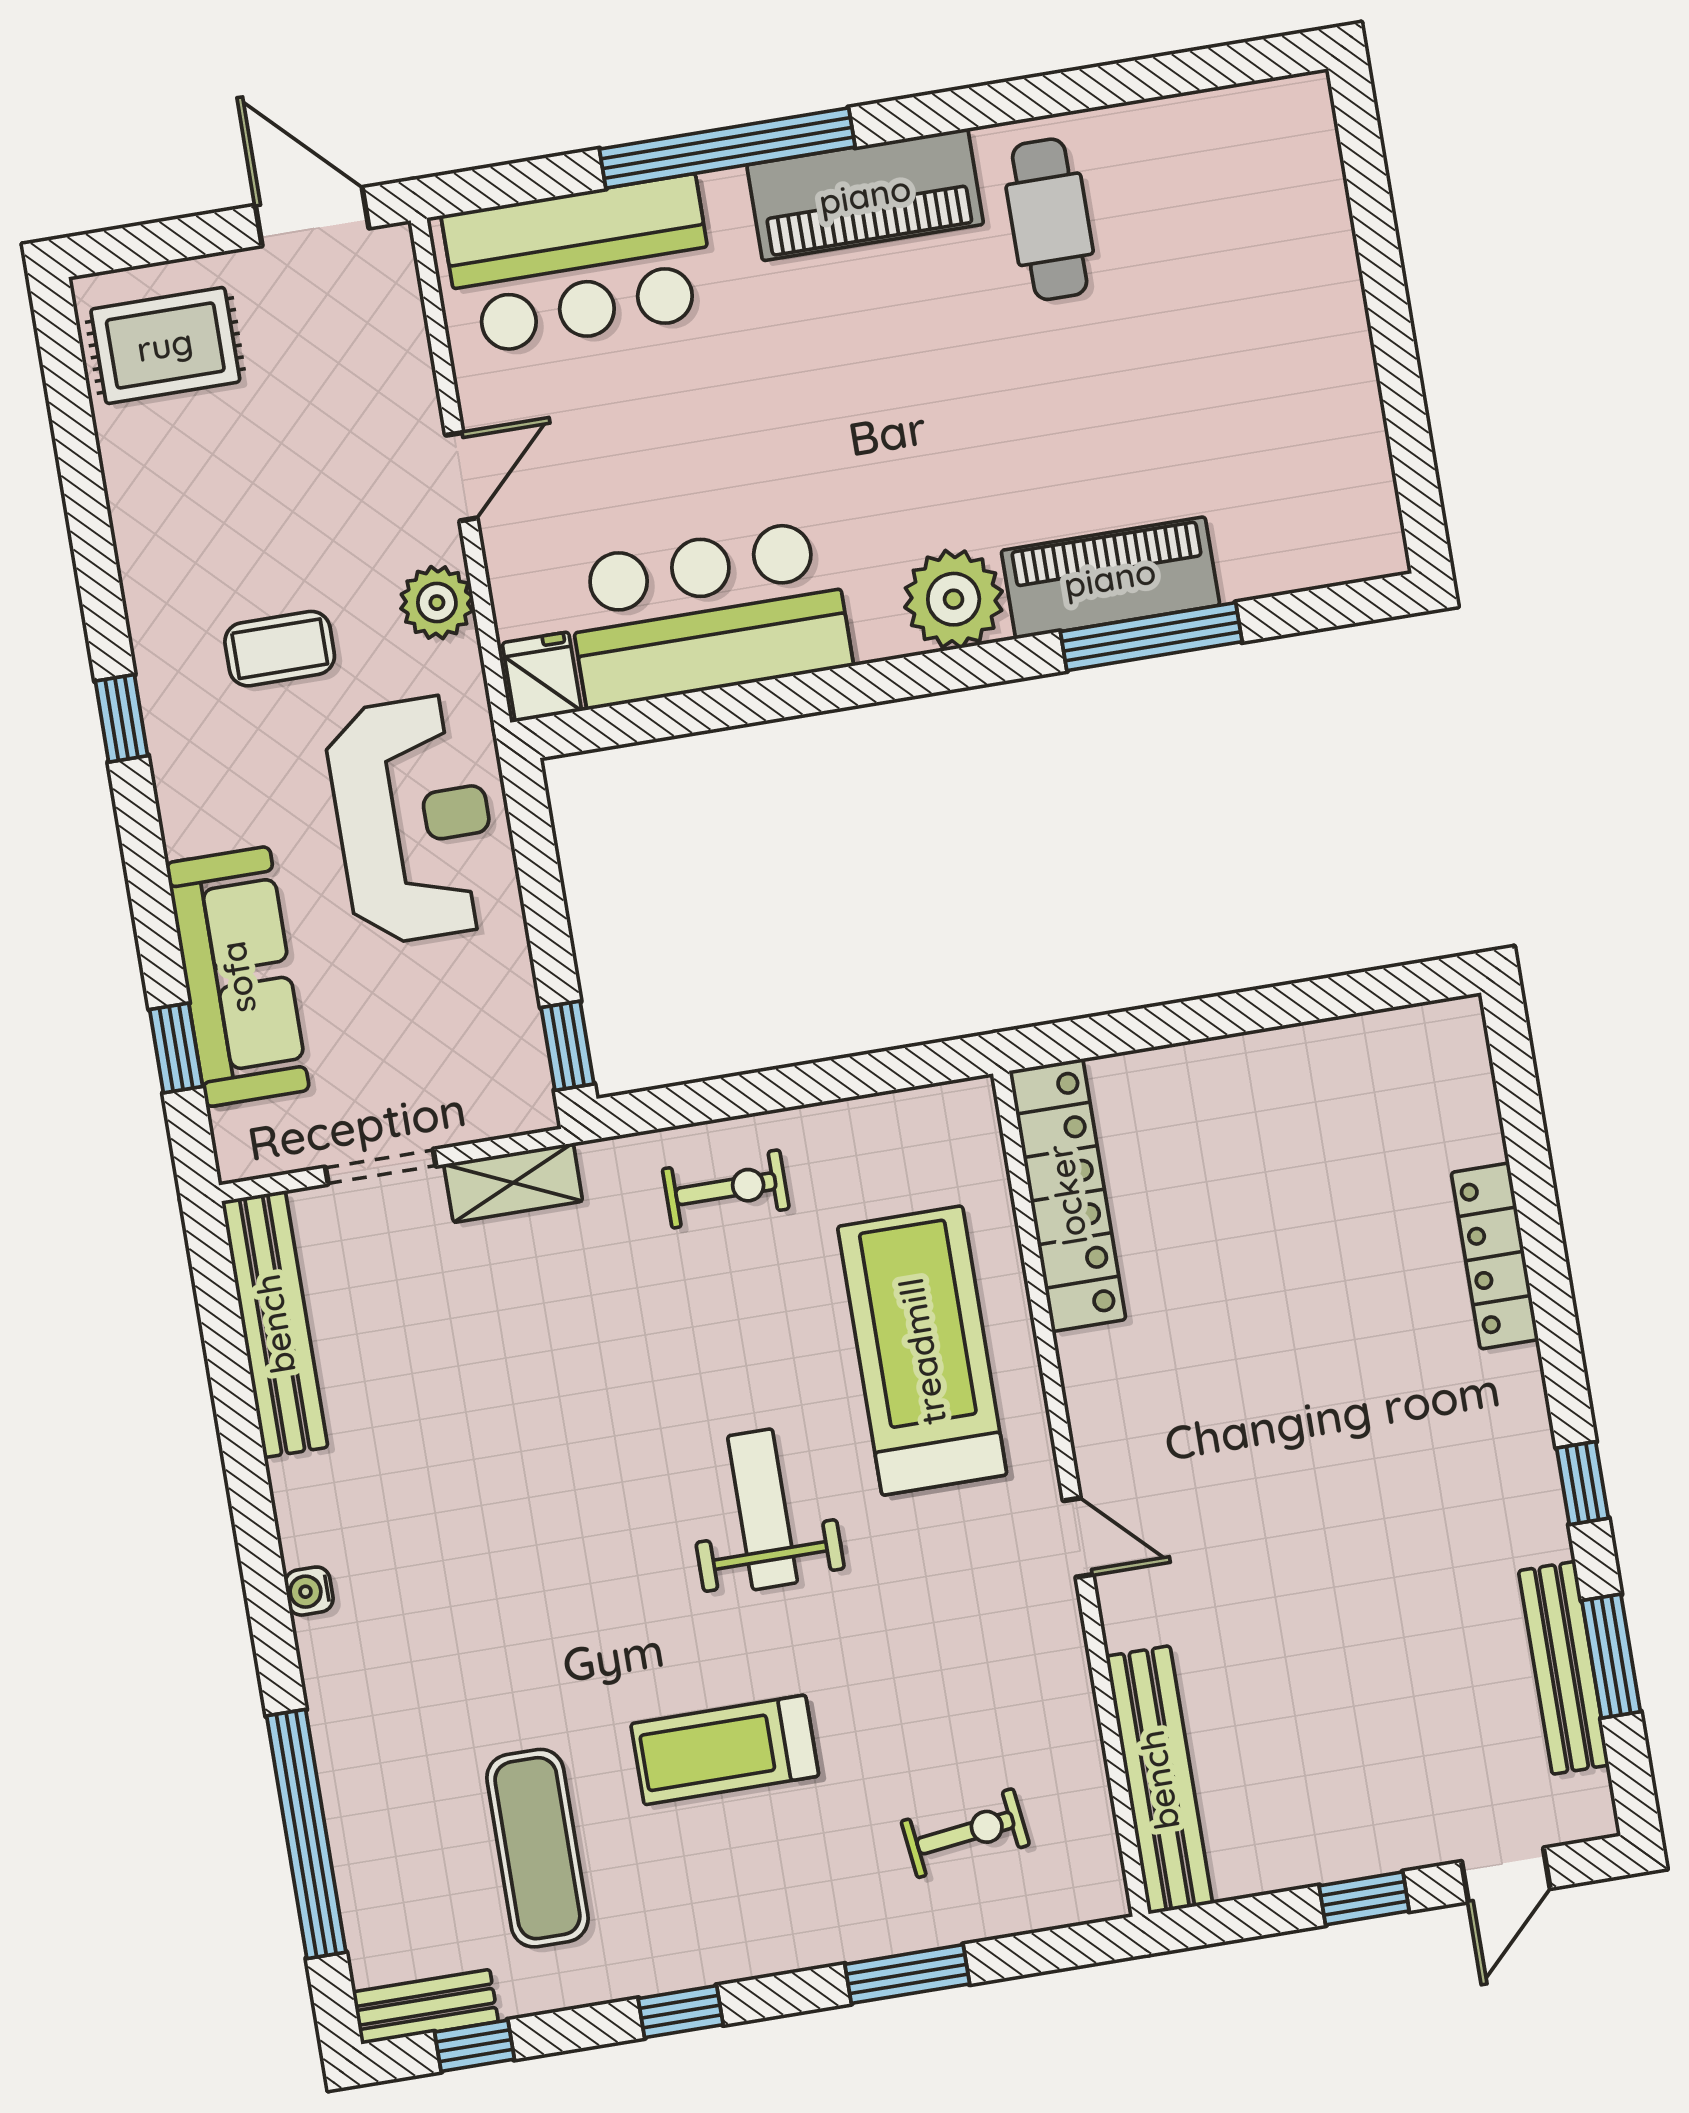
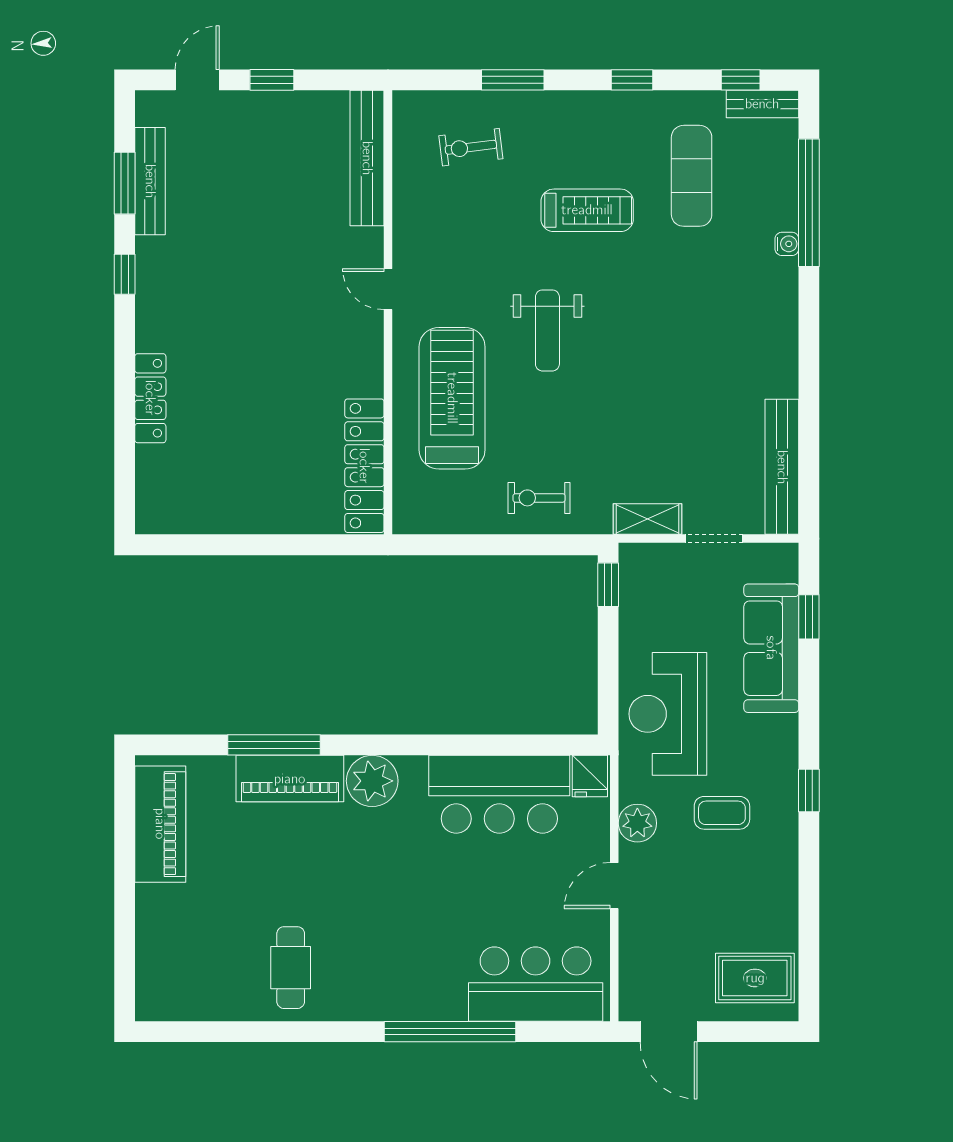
piano: (865, 195) -> (160, 824), moved, turned 90
treadmill: (922, 1351) -> (452, 398), turned 180
water cooler: (309, 1591) -> (787, 244), moved

